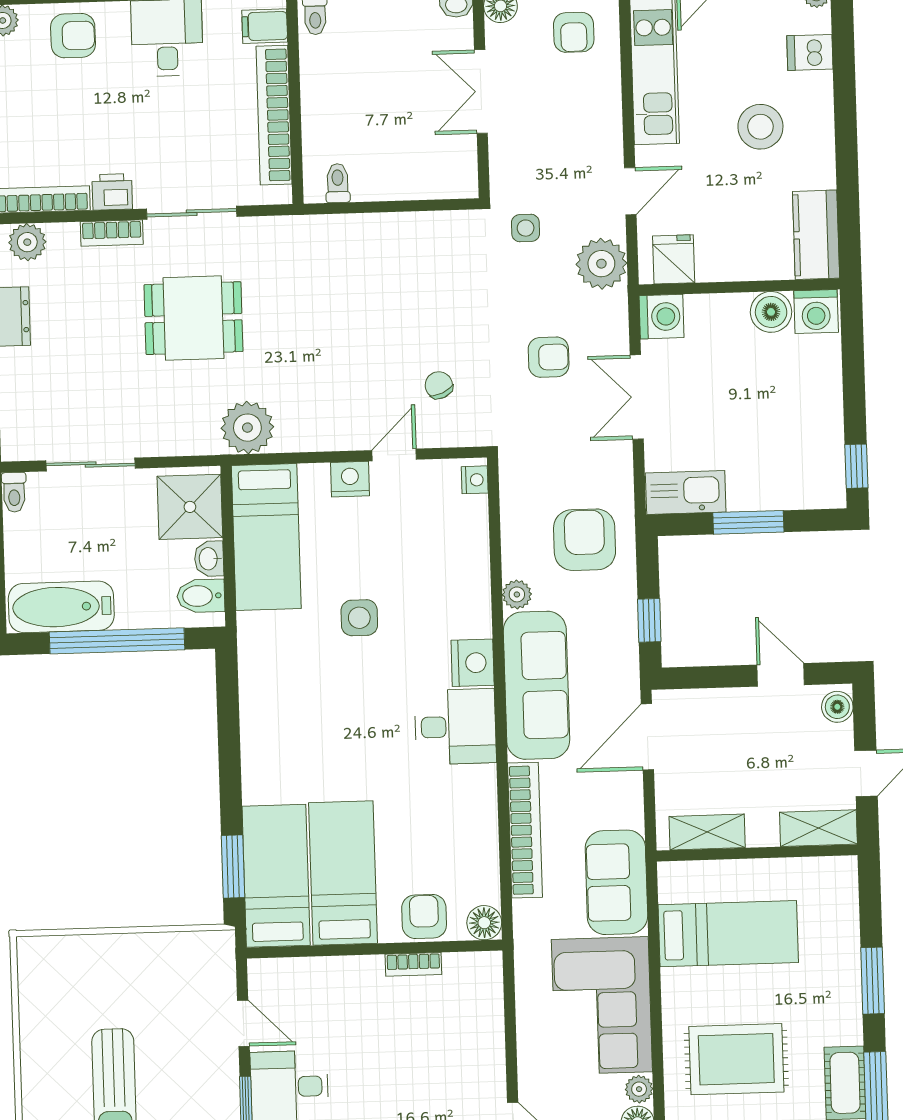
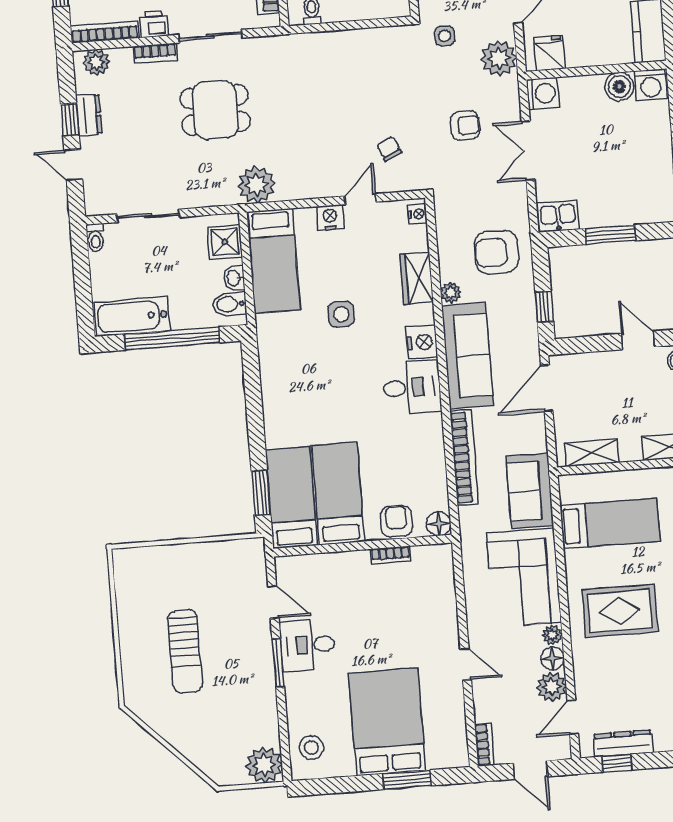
kitchen sink: (686, 492) -> (558, 216), width x0.73
shower: (190, 507) -> (225, 242), width x0.73, depth x0.73
armchair: (585, 540) -> (496, 252), turned -90
wardrobe: (470, 572) -> (417, 278), added

